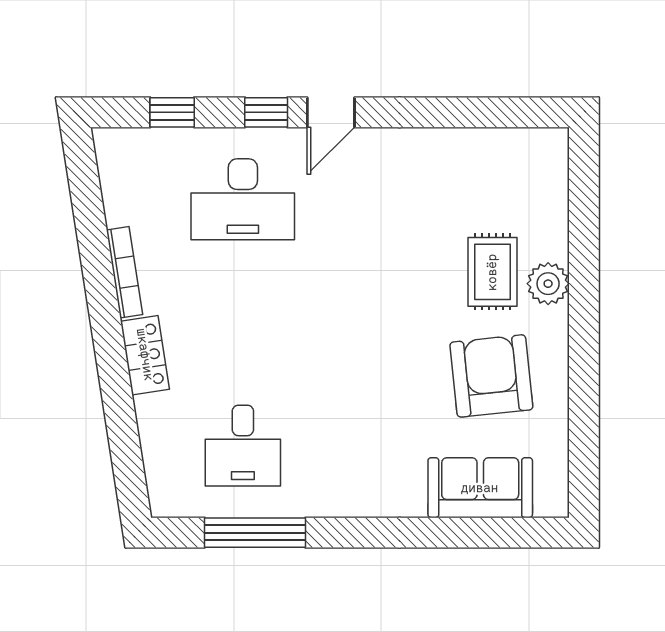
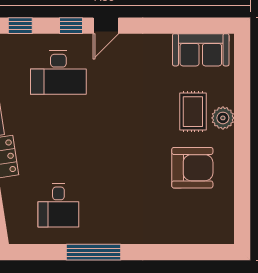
armchair: (491, 376) -> (192, 168), turned 96
sofa: (480, 488) -> (201, 50), moved, turned 180
window: (255, 533) -> (93, 252), moved

